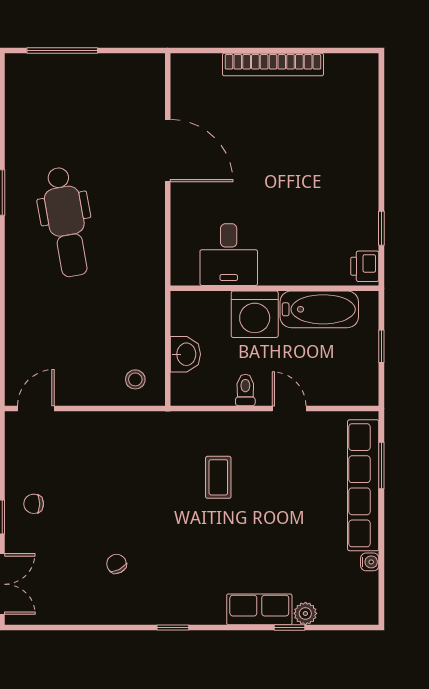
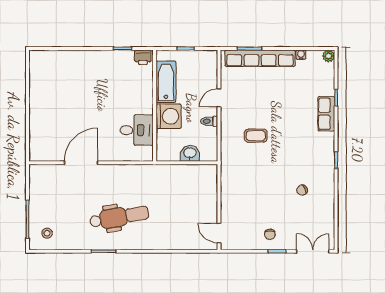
bookcase: (273, 65) -> (35, 106), removed
stool: (135, 379) -> (47, 233), moved
plant: (305, 613) -> (329, 56), moved

